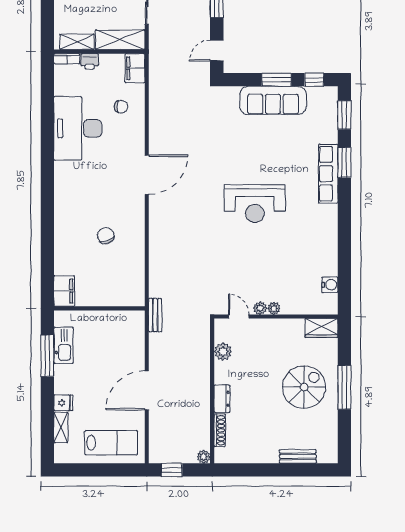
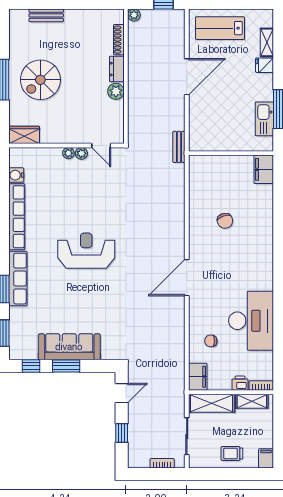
row of seats: (329, 240) -> (17, 217), added
plant: (223, 352) -> (116, 91), moved

